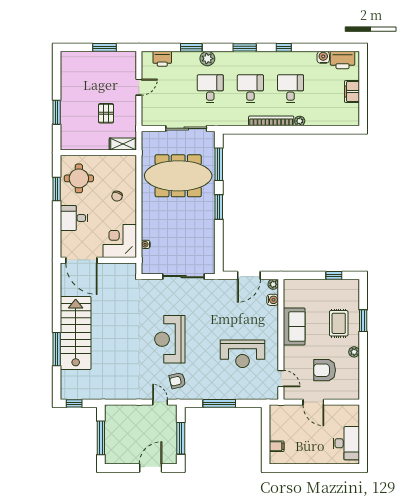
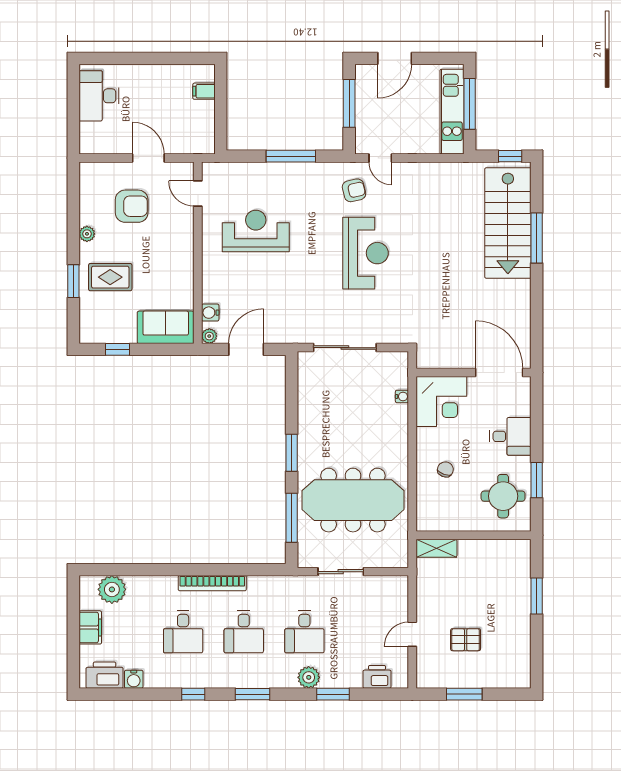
pallet: (106, 113) -> (466, 640), moved, turned 90
plant: (300, 121) -> (112, 589), moved, width x1.87, depth x1.87
sliding door: (186, 128) -> (341, 572), width x0.73
rug: (339, 323) -> (110, 277), turned 90
sofa: (294, 327) -> (166, 327), moved, turned 90
stairs: (76, 333) -> (508, 223), moved
kitchen unit: (113, 433) -> (452, 112), added

